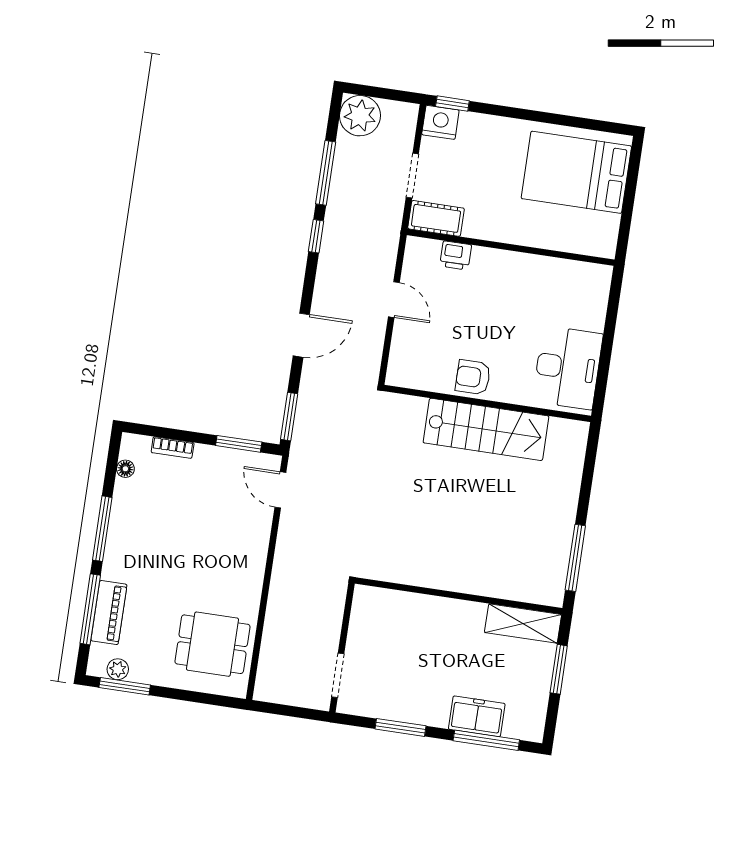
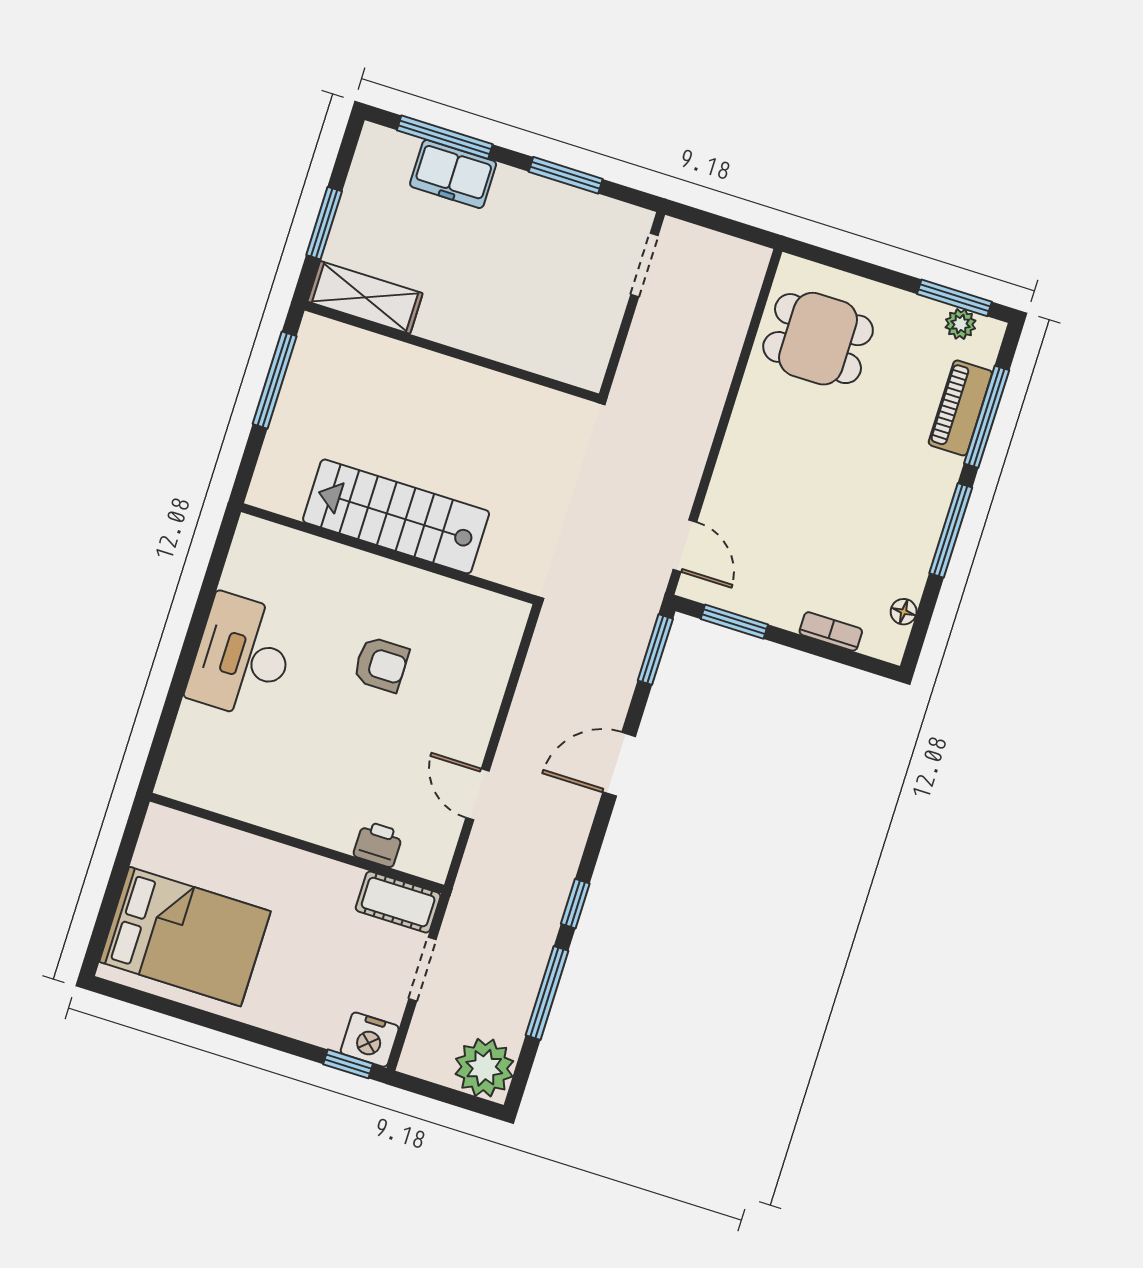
wall: (487, 403) -> (388, 554), moved
stairs: (486, 429) -> (396, 516), moved

